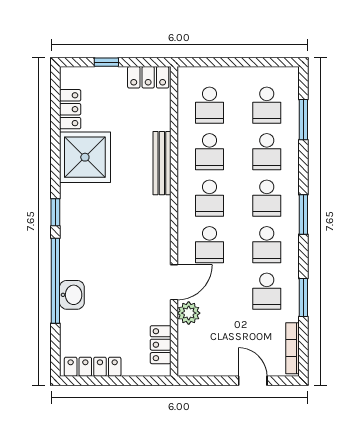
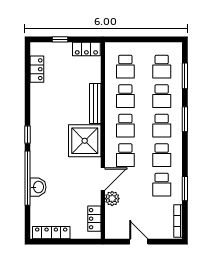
shower: (85, 157) -> (85, 141), moved
window: (303, 215) -> (185, 119), moved
door: (253, 381) -> (139, 242), moved

